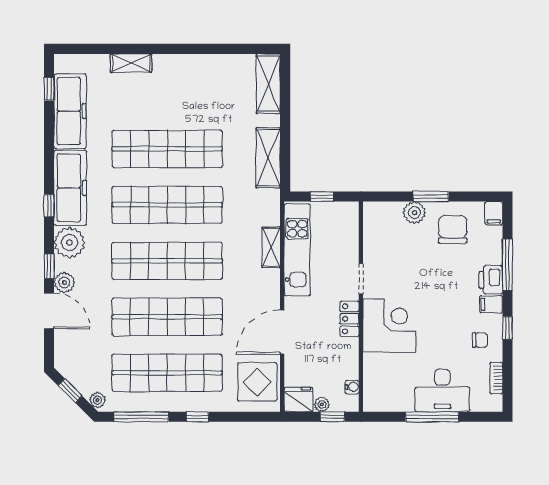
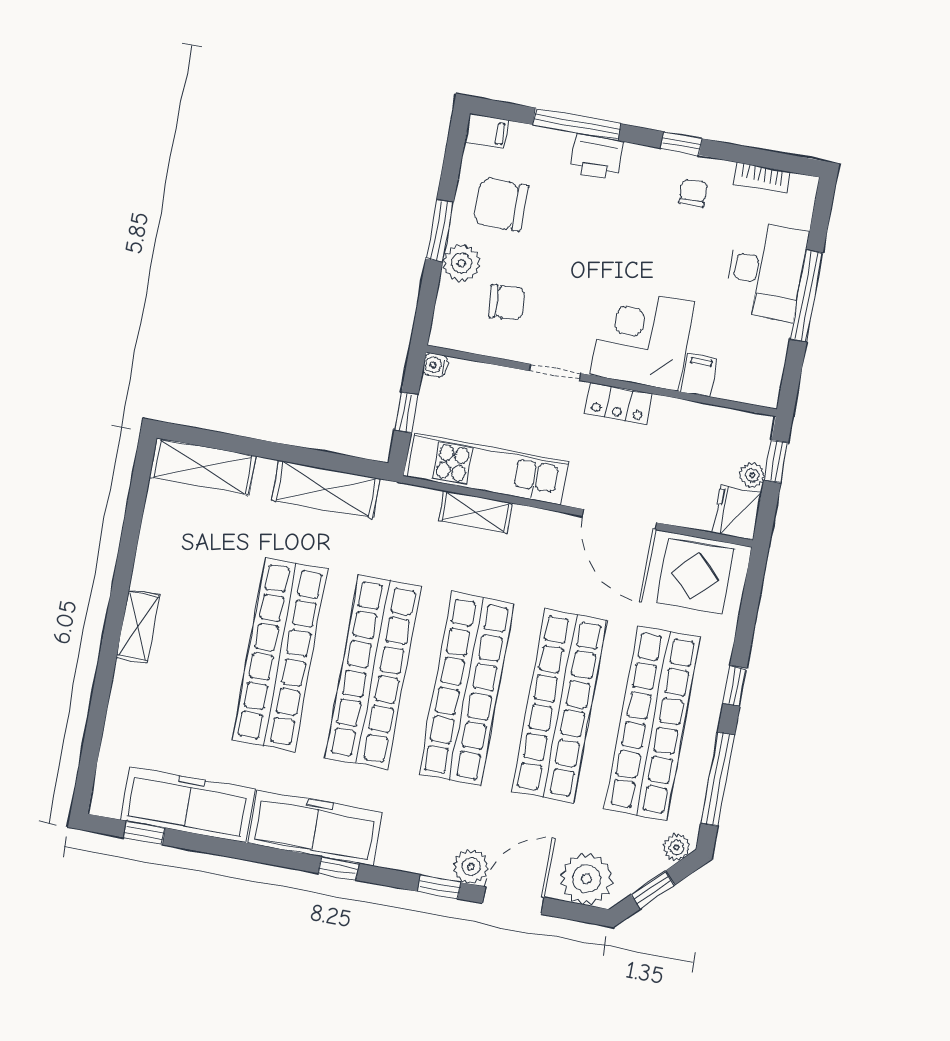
shelving: (131, 63) -> (138, 626), moved
plant: (69, 243) -> (586, 879), moved
chair: (396, 243) -> (507, 302), added
filing cabinet: (491, 304) -> (699, 375), moved, turned 180
water cooler: (352, 387) -> (435, 365), moved, turned -90

